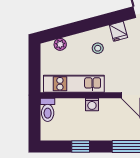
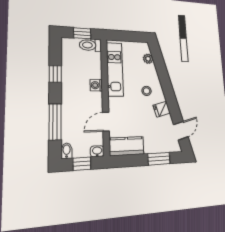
window: (35, 119) -> (82, 33), added

